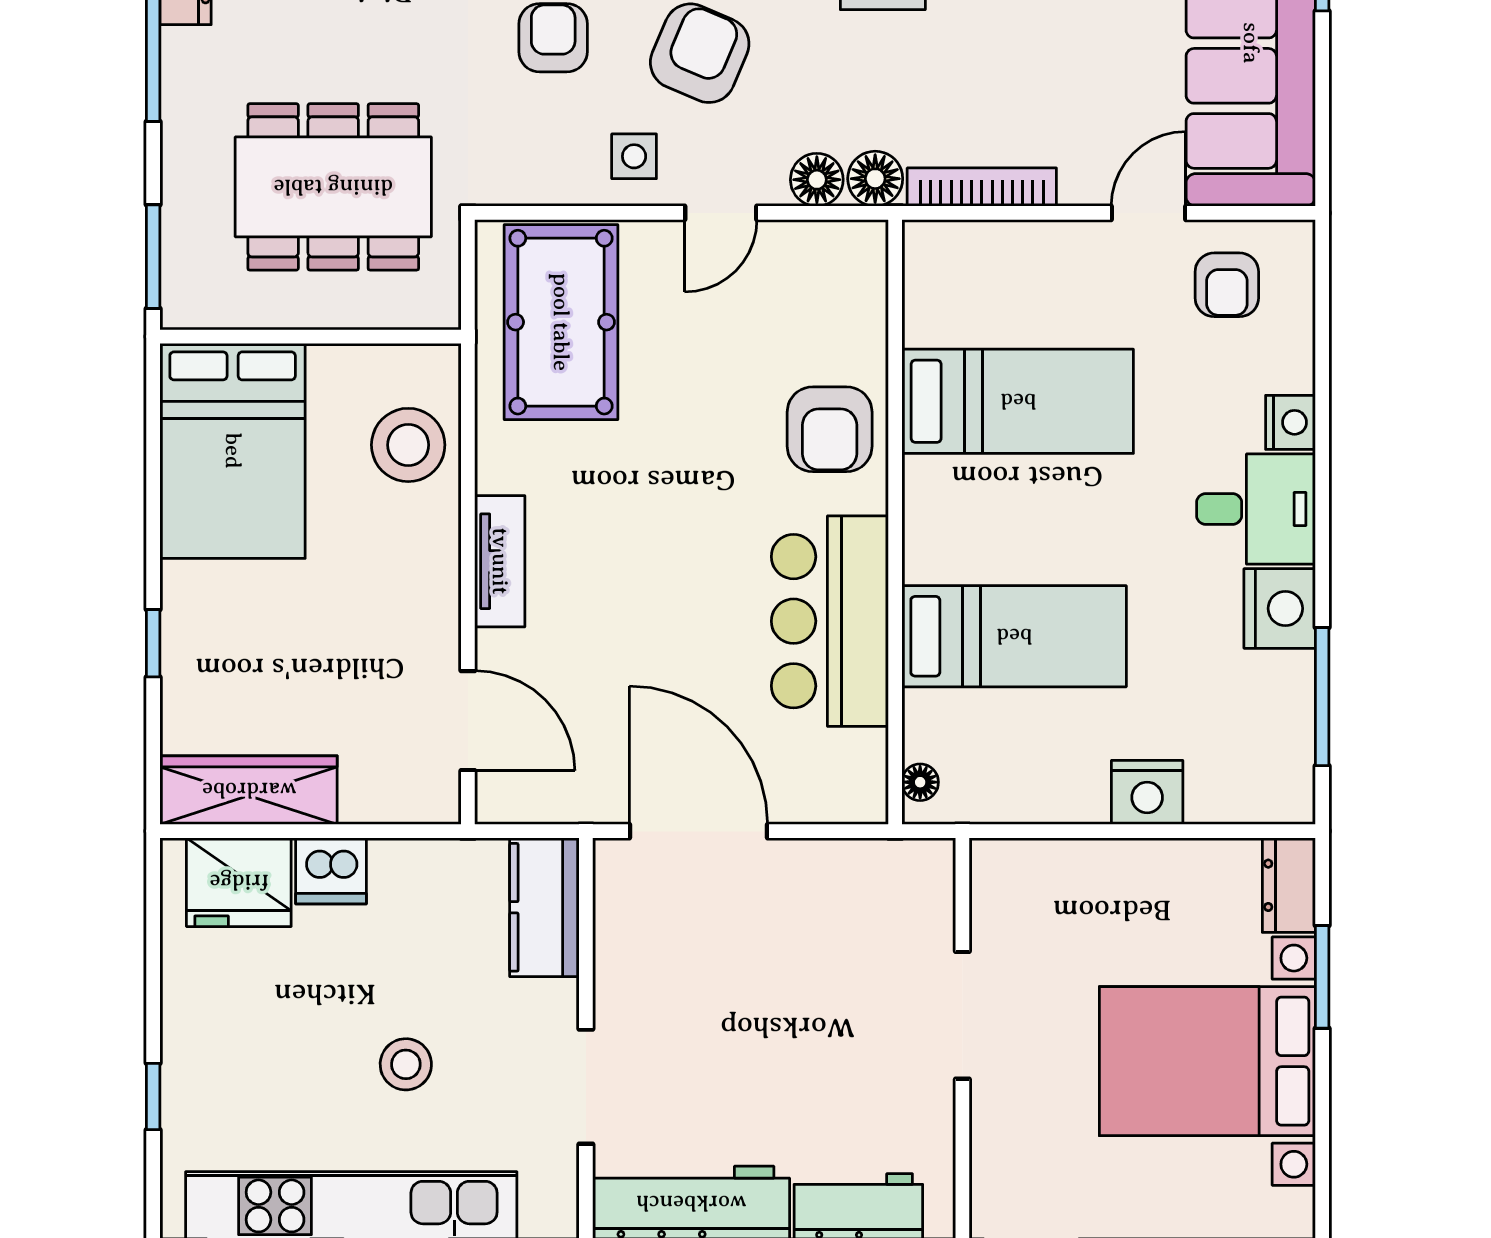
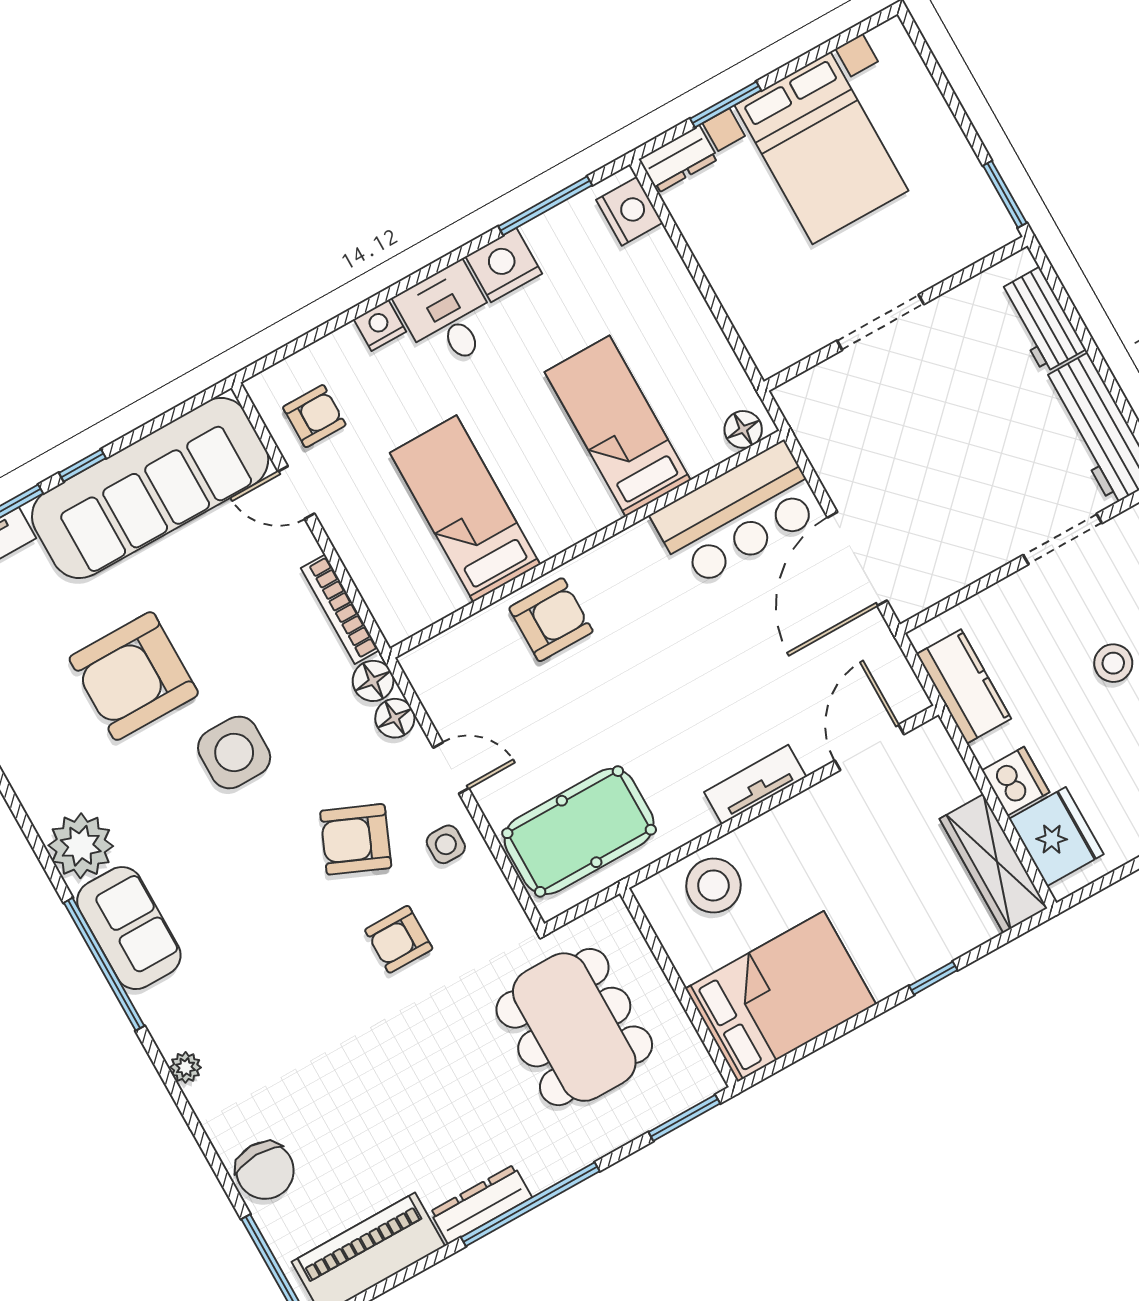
bar counter: (830, 621) -> (738, 515), moved
floor lamp: (920, 782) -> (743, 429), width x1.37, depth x1.37
nightstand: (1147, 792) -> (629, 211), moved
kitchen counter: (544, 907) -> (964, 686), moved, turned -90

